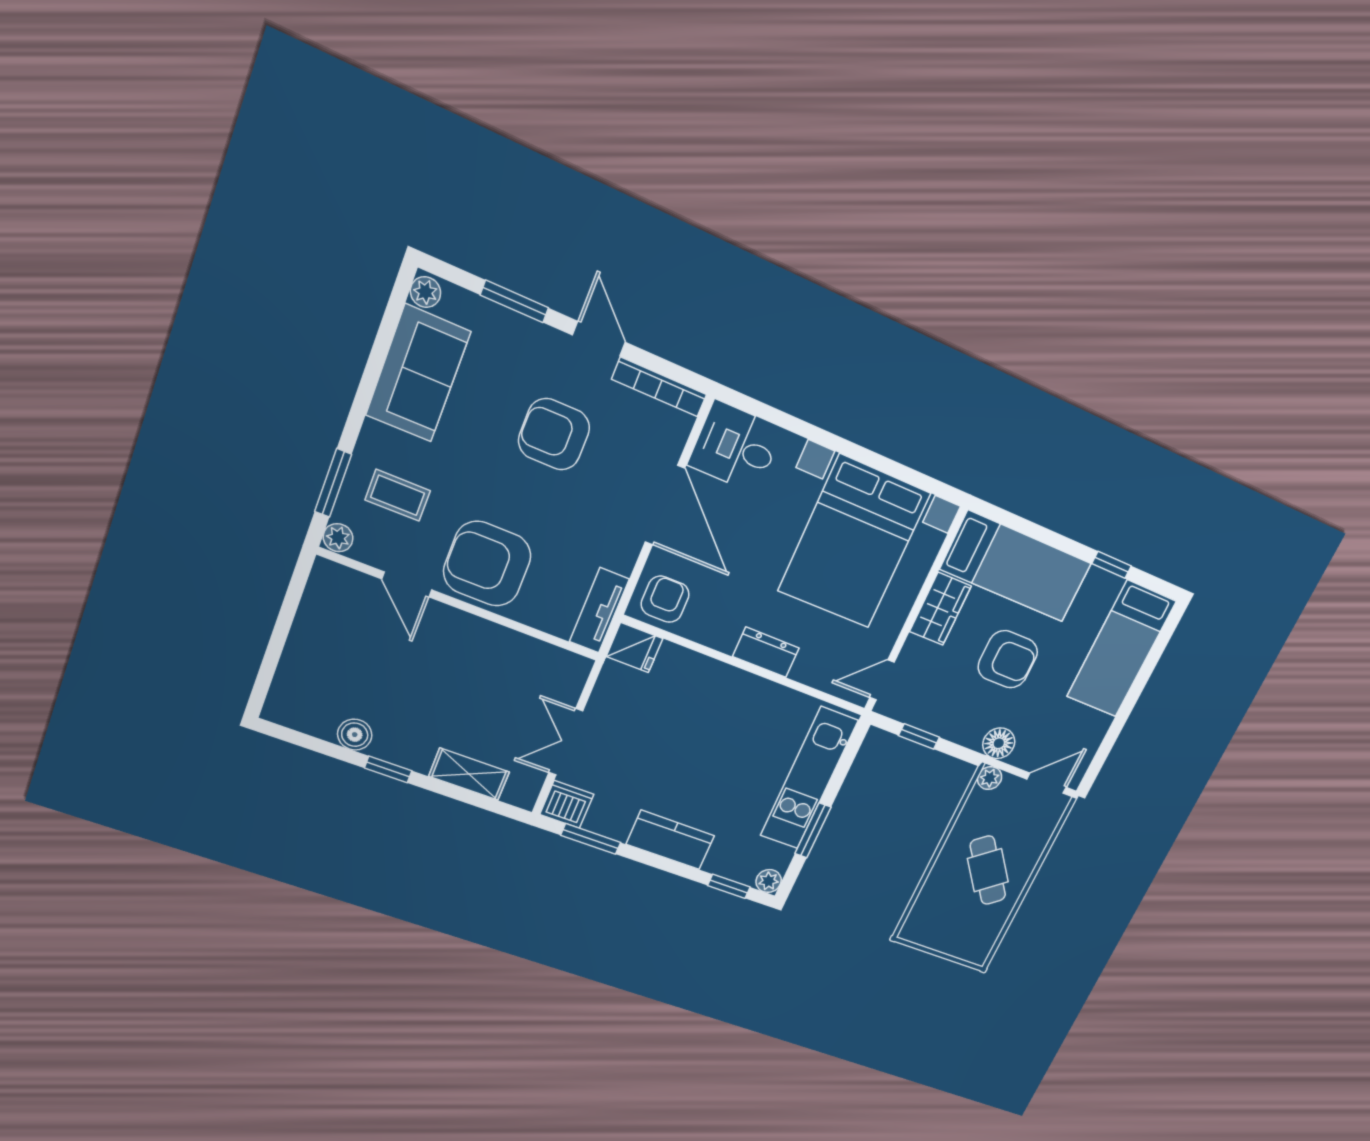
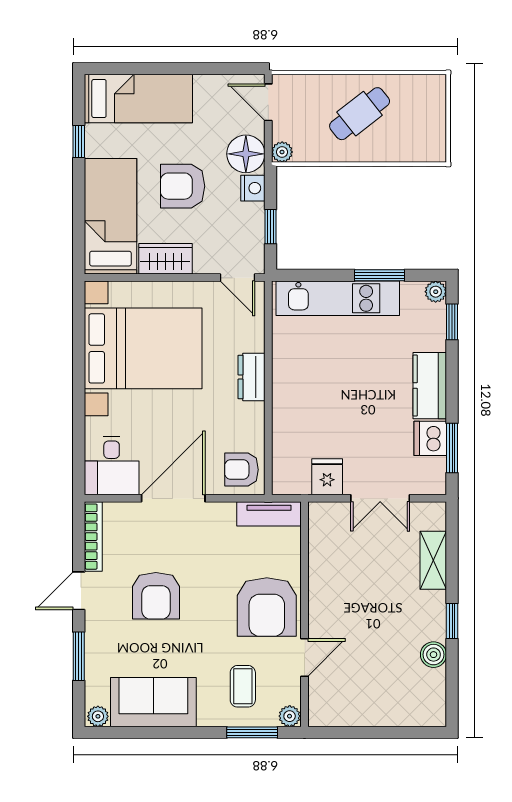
fridge: (634, 648) -> (327, 477), moved
armchair: (1008, 659) -> (183, 186), turned -90
nightstand: (968, 733) -> (253, 188), added
floor lamp: (999, 743) -> (246, 154), width x1.38, depth x1.38
dishwasher: (567, 804) -> (430, 438), moved

